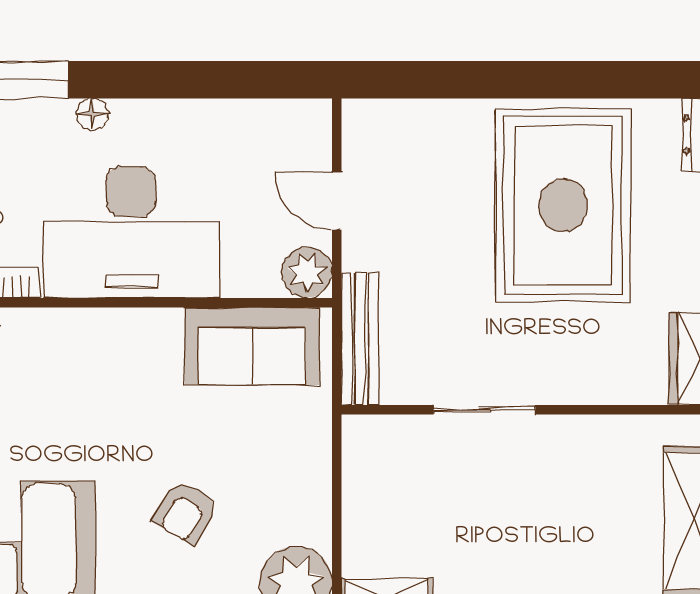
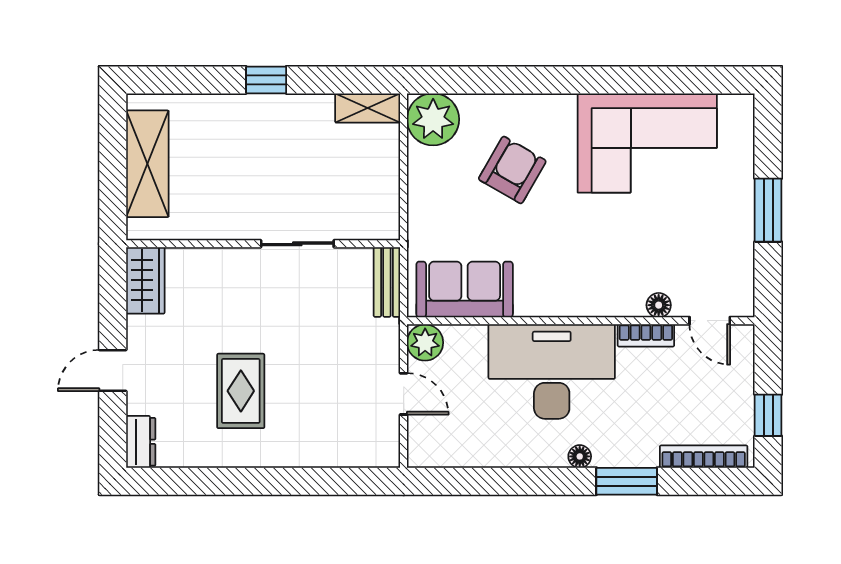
rug: (563, 205) -> (241, 391), width x0.54, depth x0.49
bench: (360, 339) -> (387, 282), width x0.73
armchair: (186, 512) -> (512, 170), width x1.38, depth x1.38

